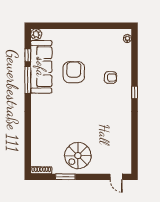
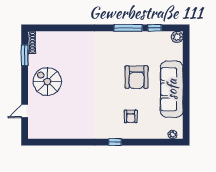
sofa: (41, 67) -> (172, 89), moved, turned 90
armchair: (74, 72) -> (137, 77), turned 90
window: (65, 177) -> (25, 55), moved
door: (116, 177) -> (25, 111), moved

